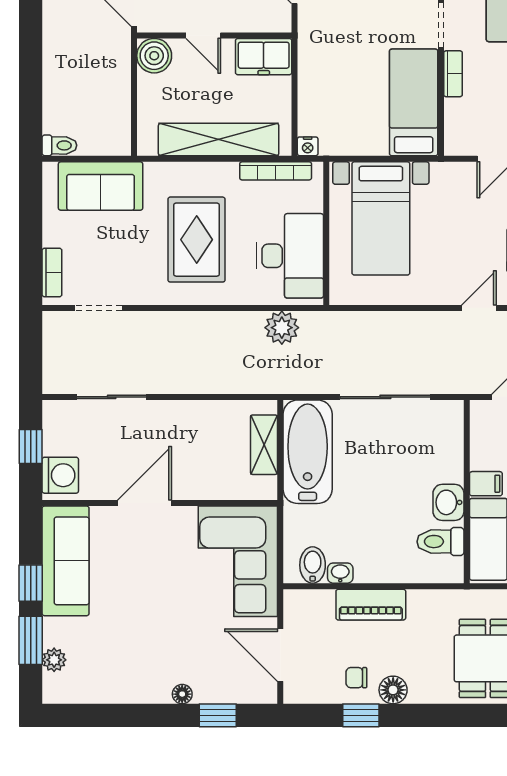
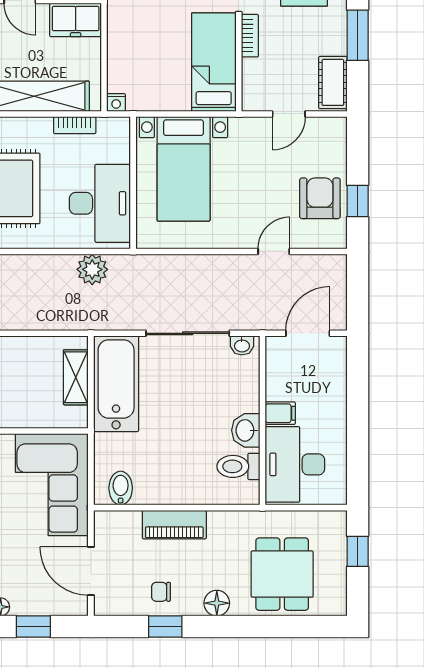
bookcase: (276, 171) -> (75, 125), width x0.64
washbasin: (340, 573) -> (242, 345), moved, turned 180
floor lamp: (393, 690) -> (217, 603), moved

